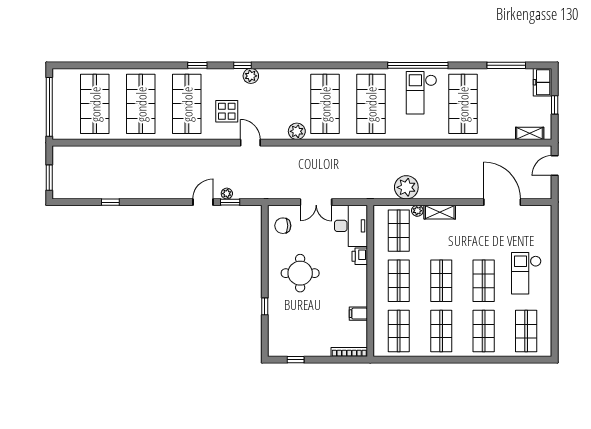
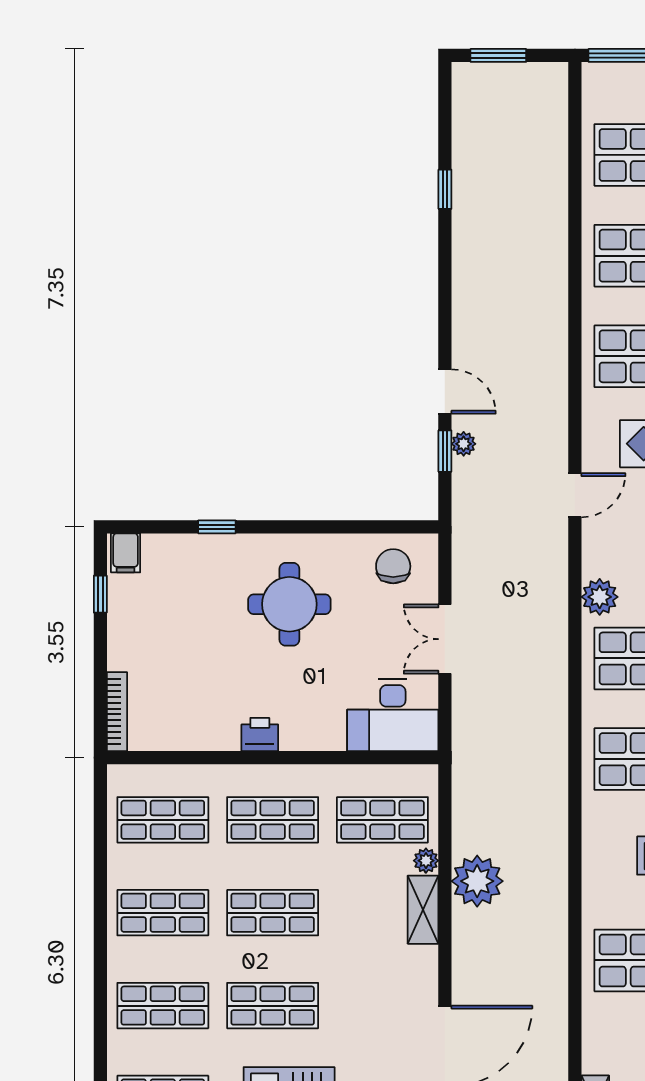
plant: (406, 187) -> (477, 881), moved
printer: (360, 256) -> (260, 734), moved
filing cabinet: (358, 314) -> (126, 553), moved, turned 180

